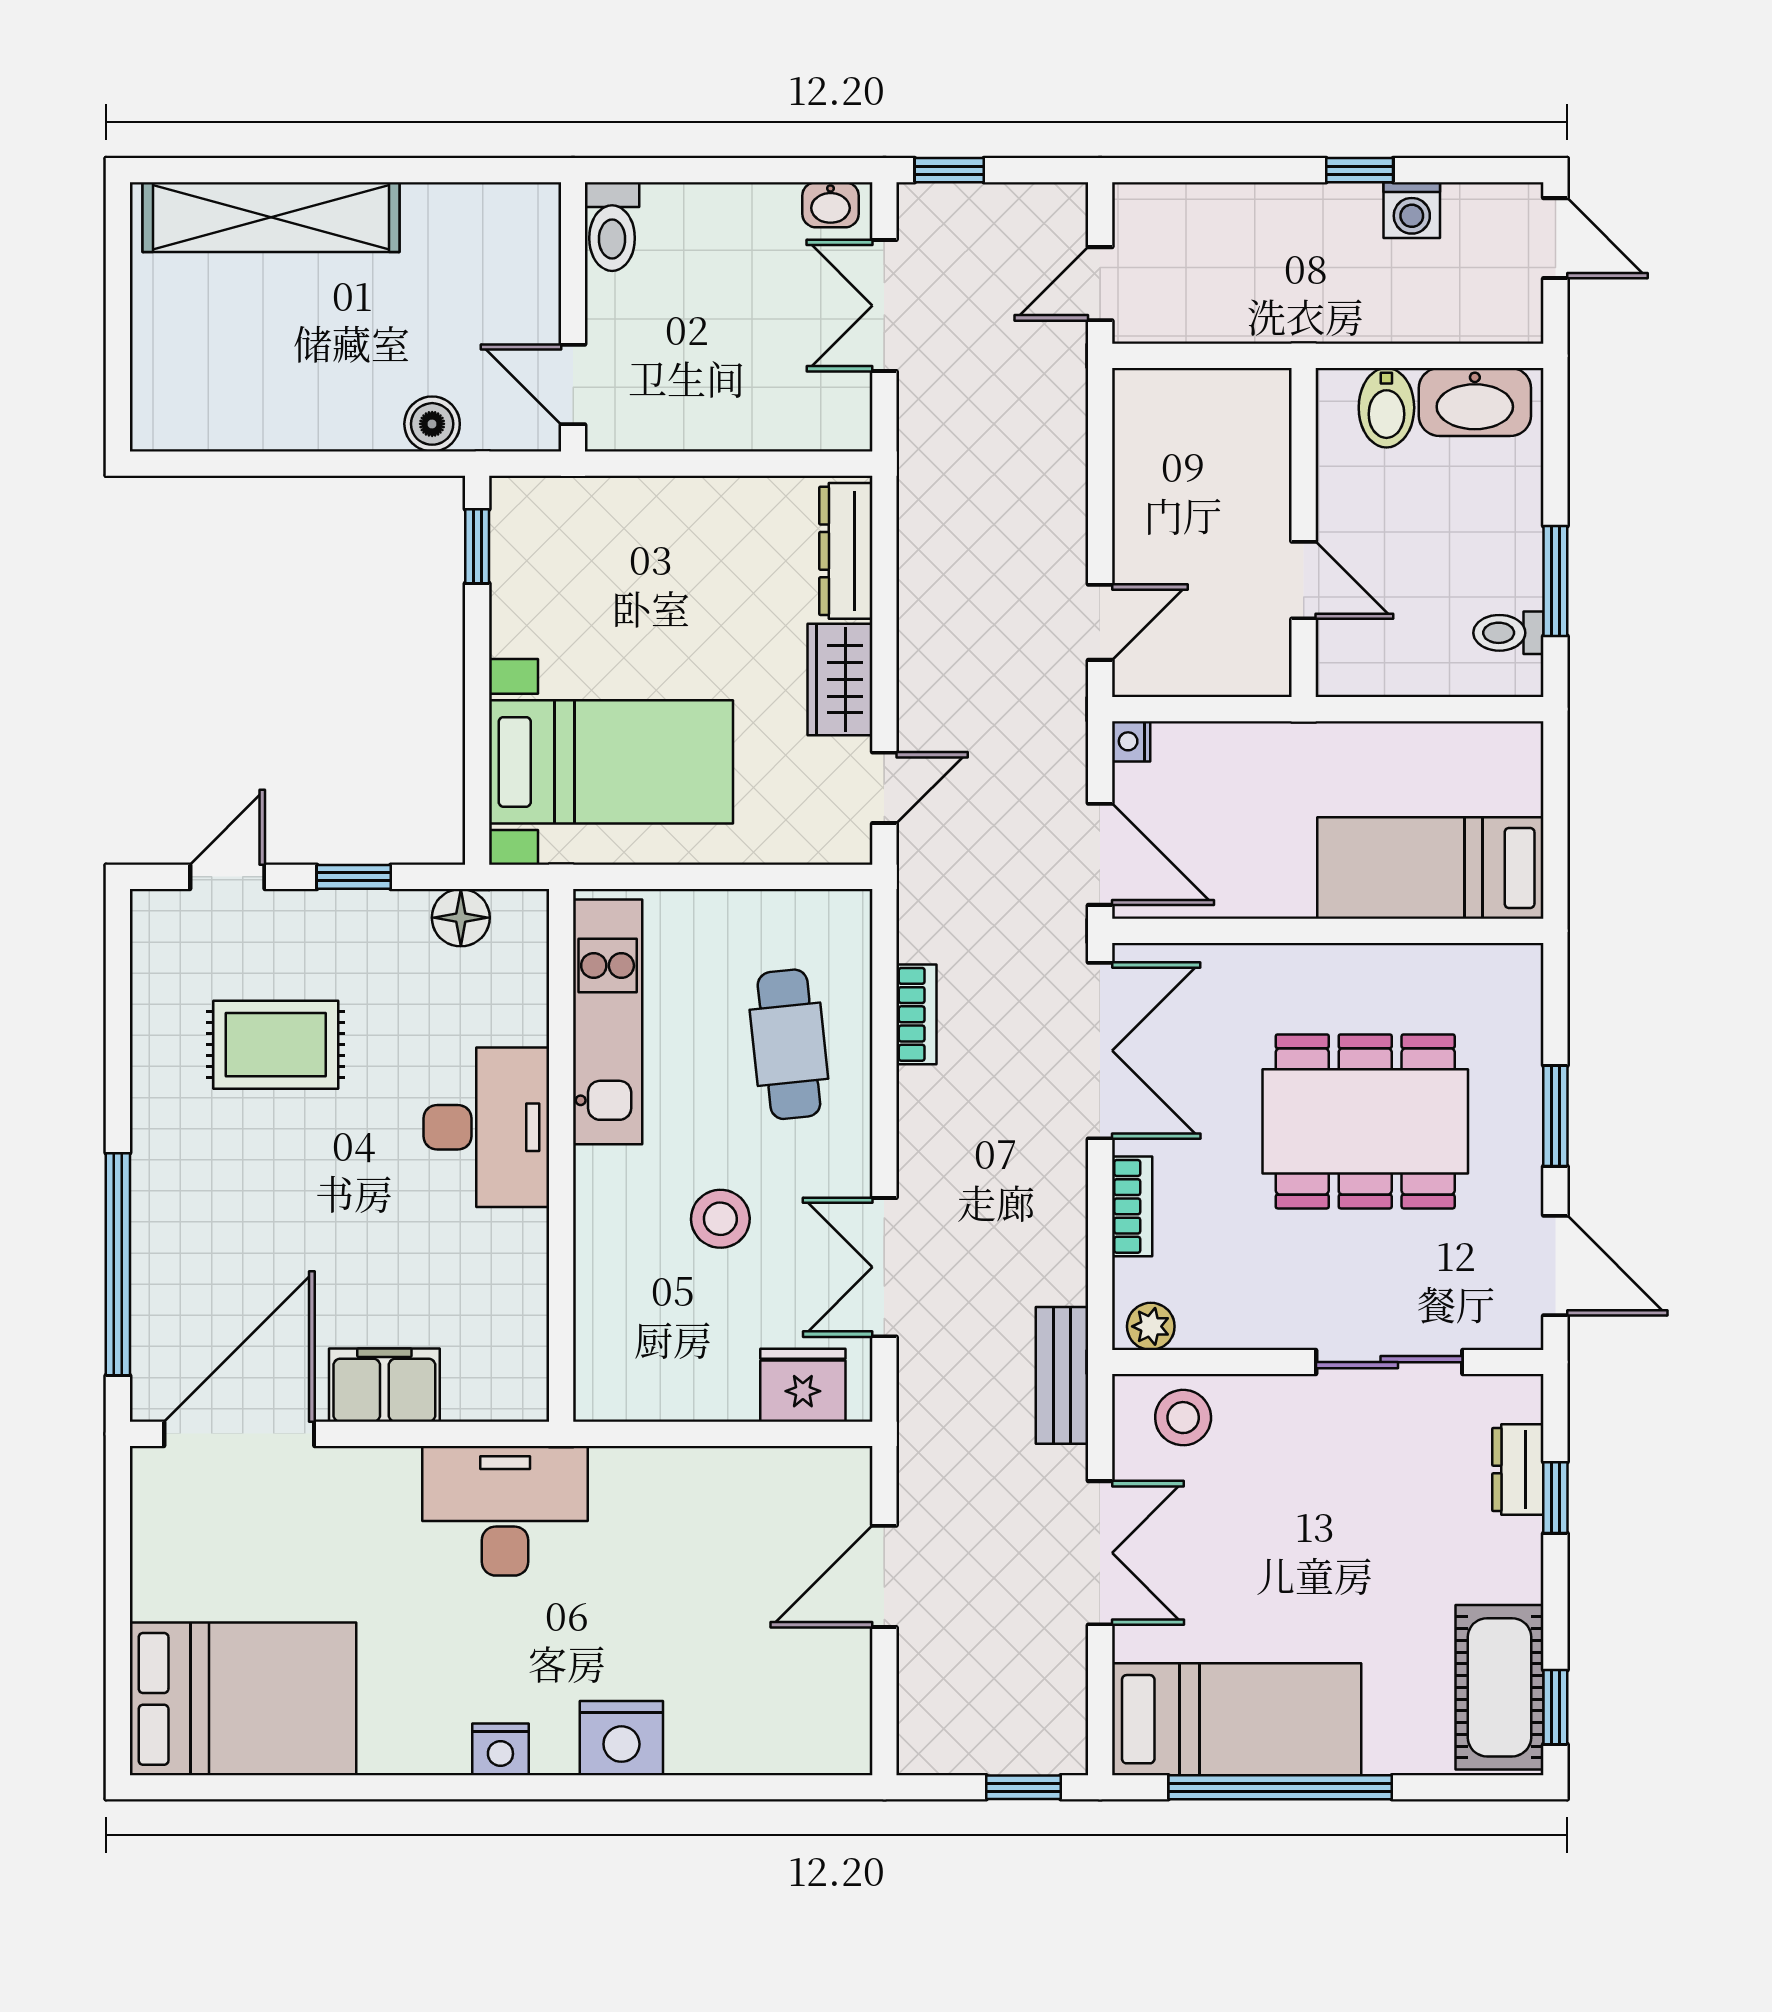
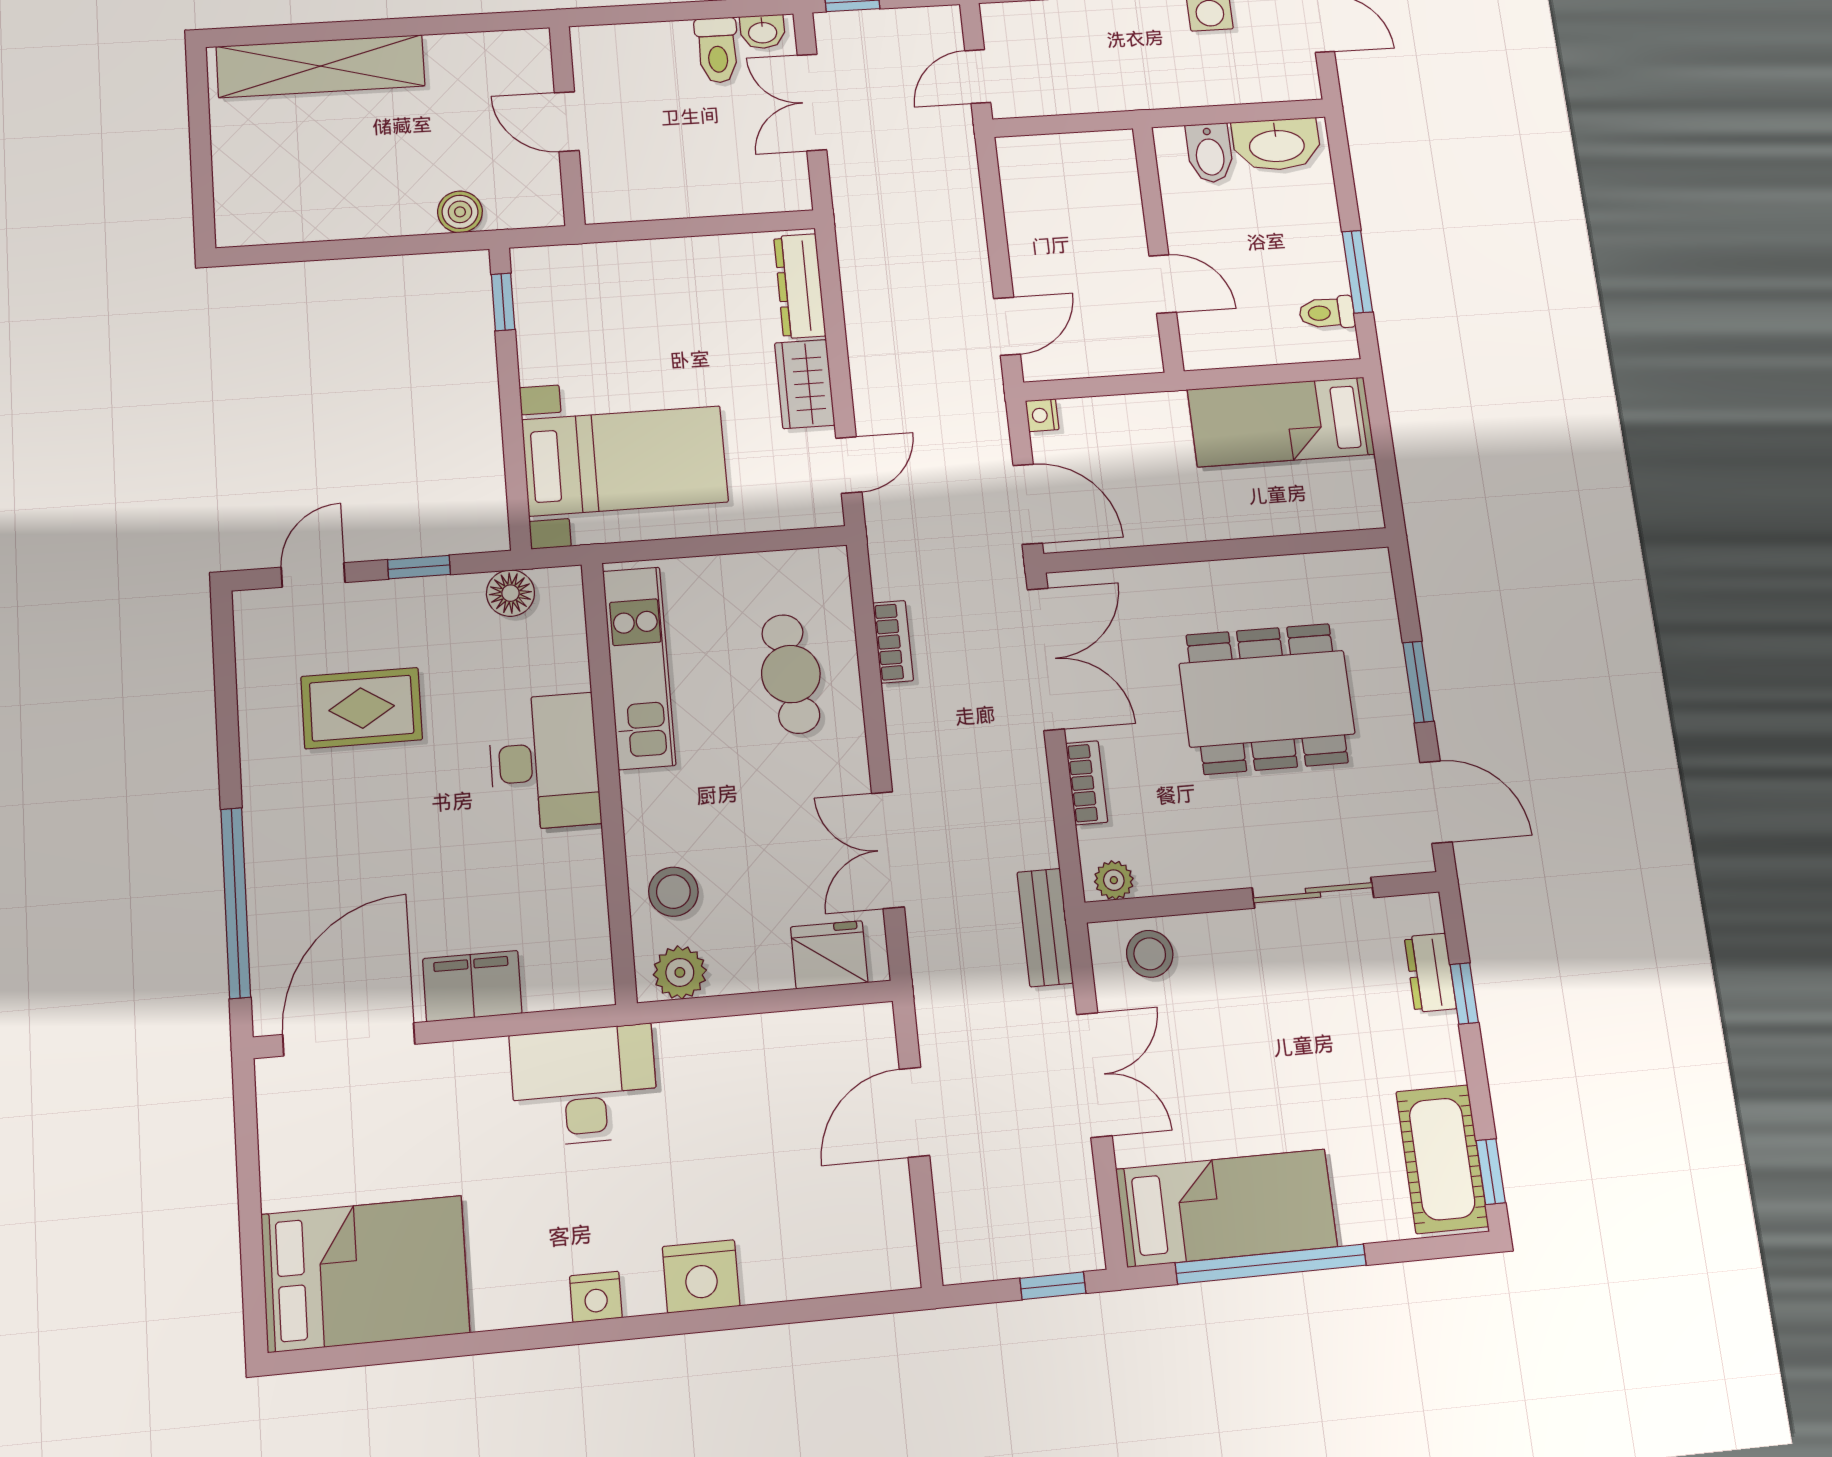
toilet: (612, 227) -> (717, 50), moved
door: (573, 384) -> (567, 122), moved
bed: (1430, 868) -> (1281, 422), moved
stool: (720, 1219) -> (673, 892), moved
plant: (626, 1391) -> (680, 972), added

